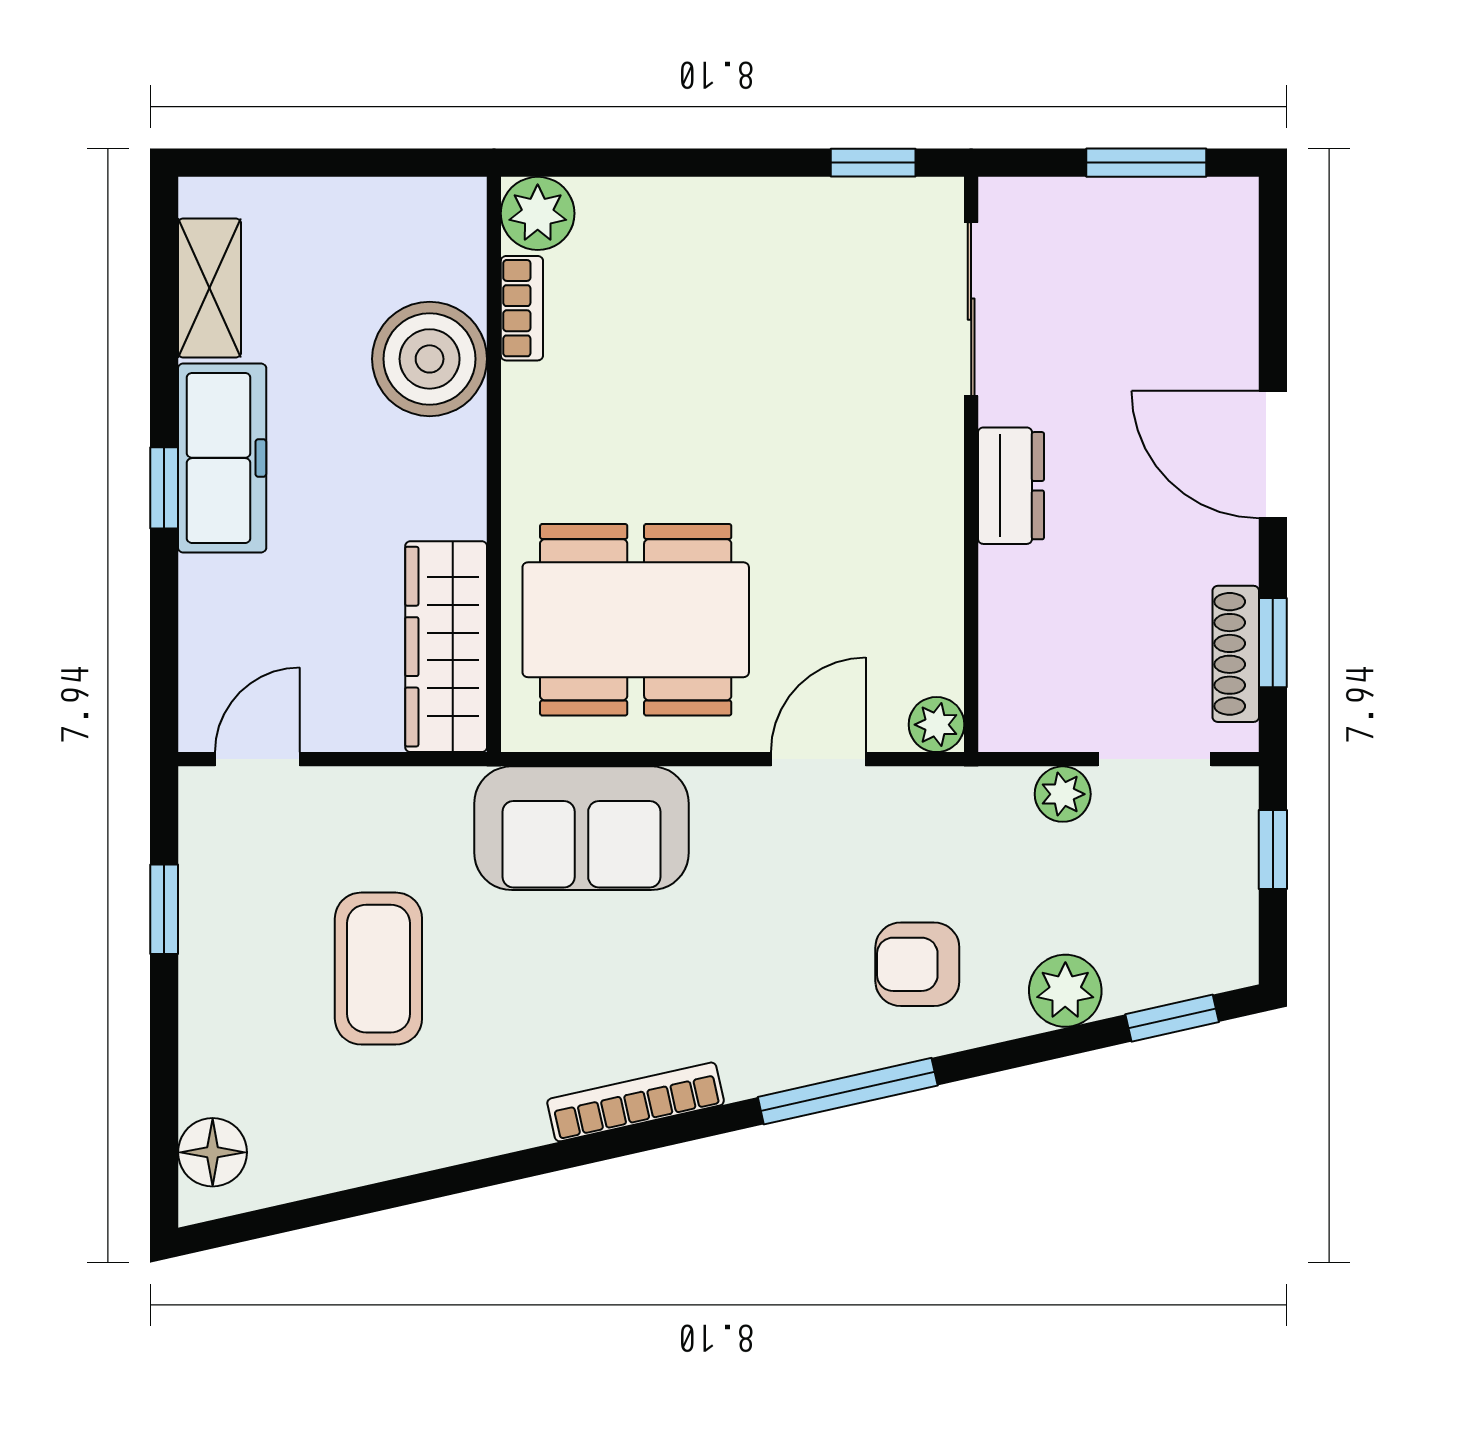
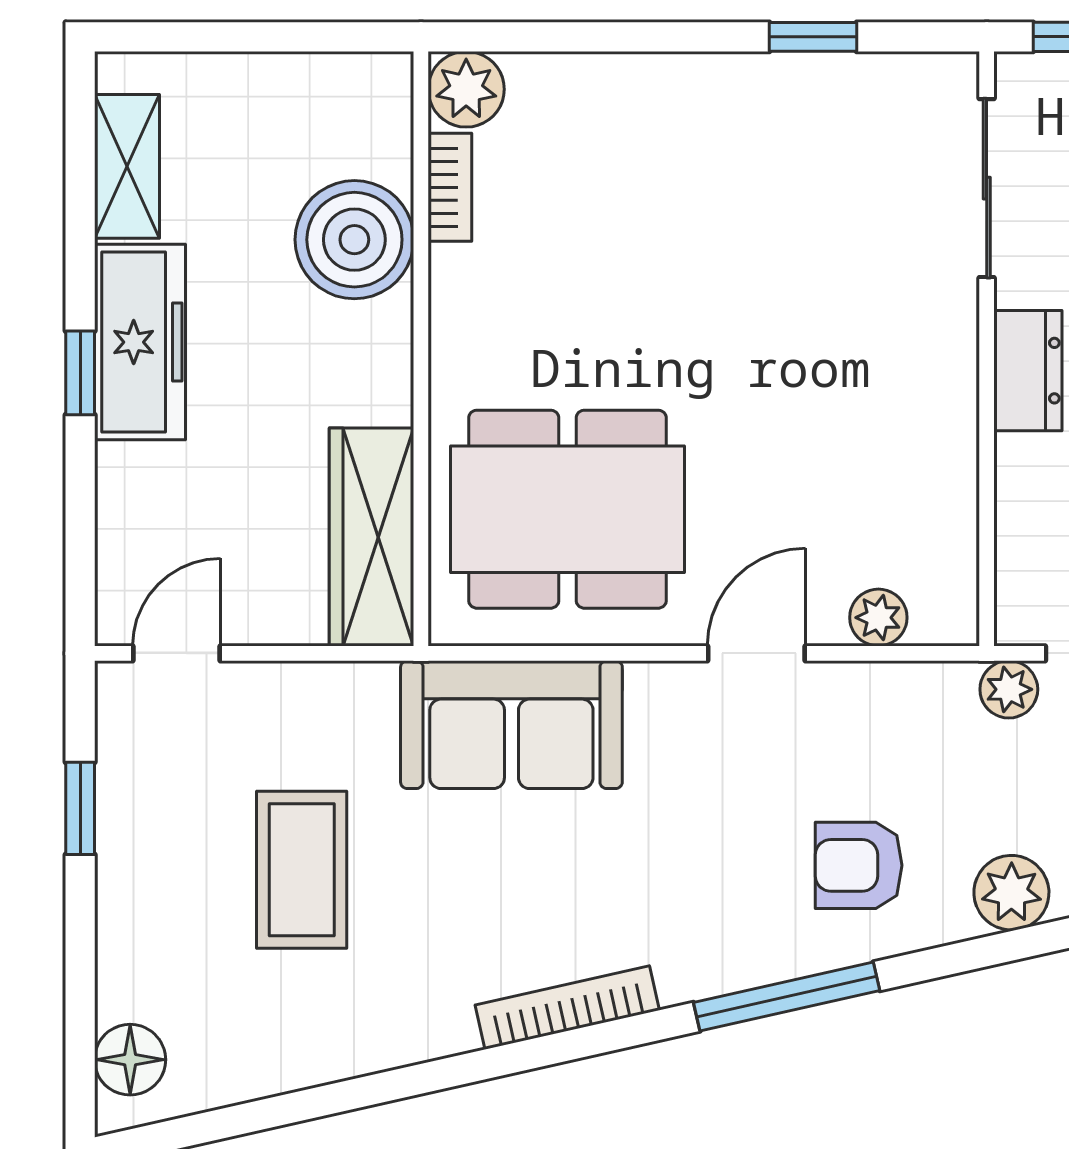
sliding door: (971, 309) -> (987, 188), moved
wall: (971, 464) -> (987, 349), moved
dresser: (1011, 486) -> (1028, 371), moved

